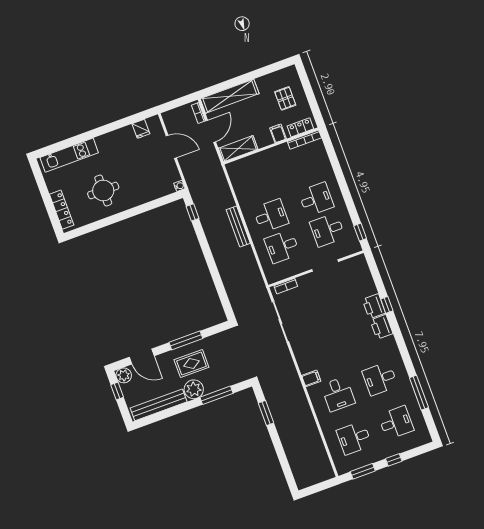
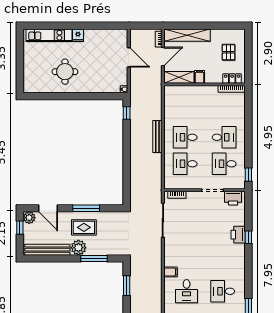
fridge: (141, 129) -> (78, 35), moved
filing cabinet: (278, 133) -> (200, 77), moved
locker: (62, 210) -> (28, 75), removed
desk: (271, 216) -> (185, 137), turned 180
printer: (381, 327) -> (233, 198), moved, turned -90

